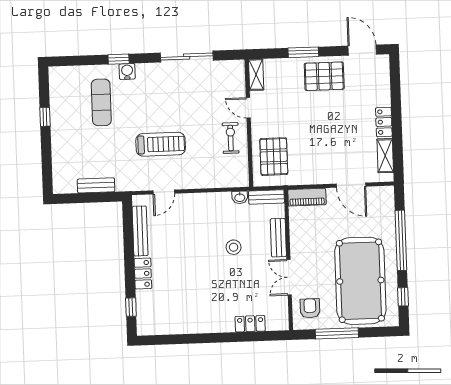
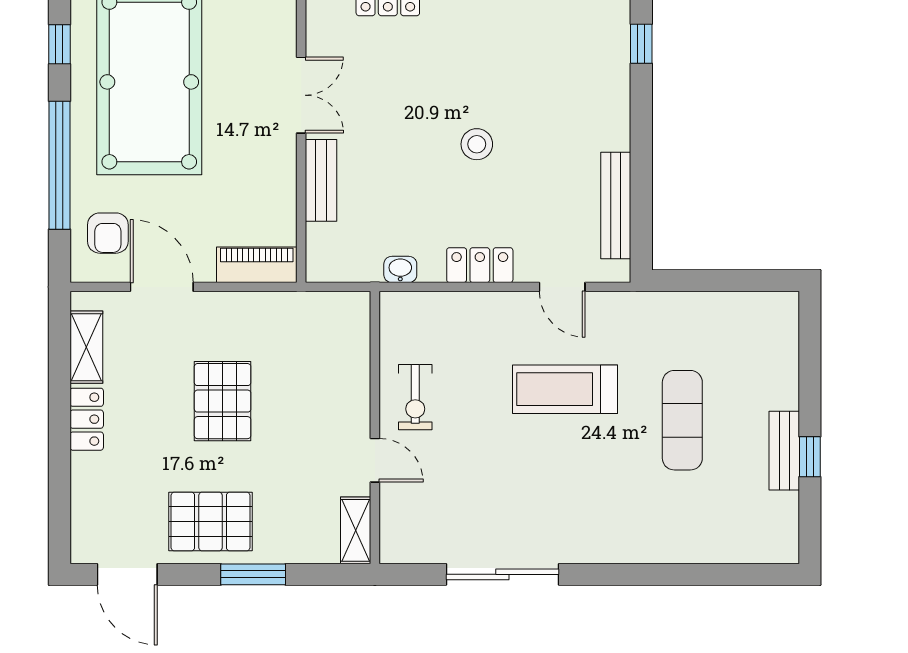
window: (119, 59) -> (648, 574), removed
water cooler: (127, 71) -> (631, 547), removed
exercise mat: (101, 102) -> (682, 420), moved
pallet: (274, 157) -> (223, 401), moved
bench: (96, 185) -> (784, 451), moved, turned 90
door: (164, 192) -> (562, 287), swing flipped
bench: (266, 197) -> (343, 268), removed
stool: (234, 247) -> (477, 144), moved
locker: (143, 274) -> (480, 265), moved, turned 90
armchair: (310, 308) -> (108, 233), moved

